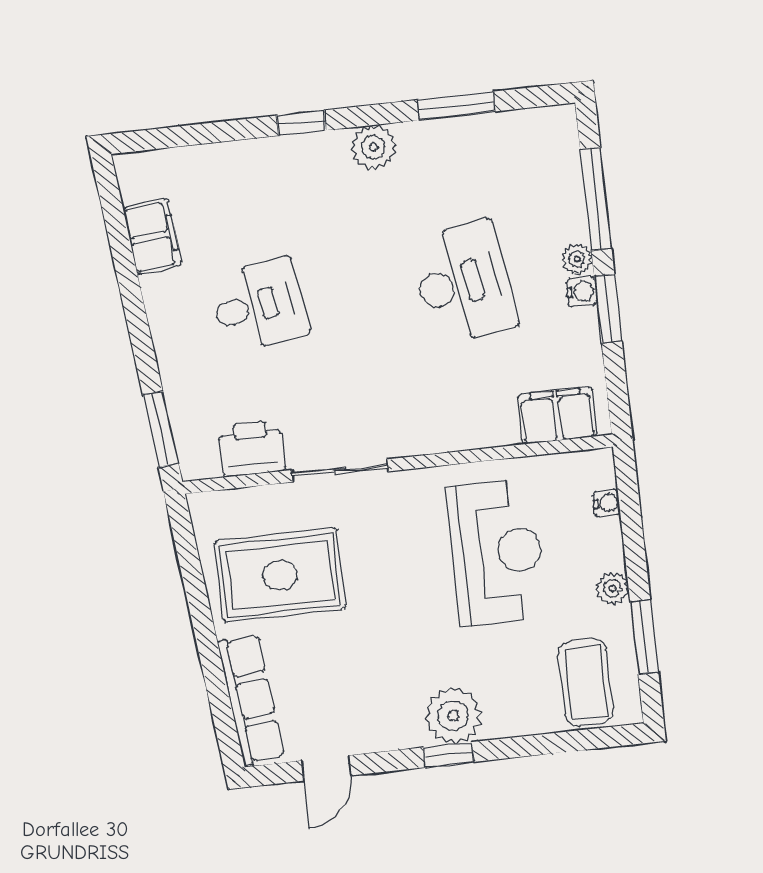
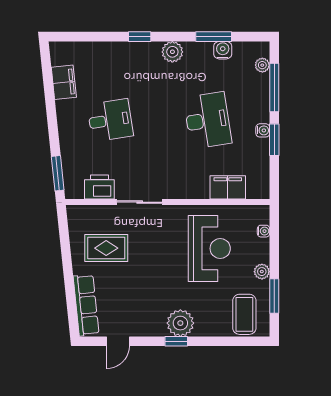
water cooler: (479, 132) -> (223, 50), added
plant: (577, 259) -> (262, 65), moved
filing cabinet: (557, 416) -> (228, 187), moved
rug: (280, 575) -> (106, 248), width x0.73, depth x0.70

